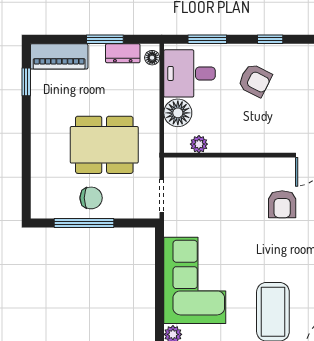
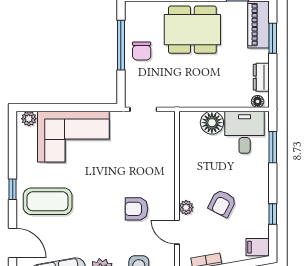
window: (105, 39) -> (273, 38), moved
window: (270, 39) -> (273, 214), moved
armchair: (255, 80) -> (222, 203), moved
plant: (199, 144) -> (186, 207), moved
dining table: (104, 145) -> (192, 30), moved, turned 90

